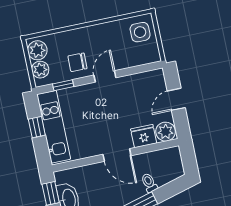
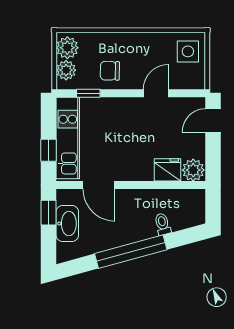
door: (105, 76) -> (156, 93), moved
door: (176, 99) -> (213, 120), moved
window: (37, 127) -> (49, 150), moved
door: (117, 155) -> (99, 185), moved

